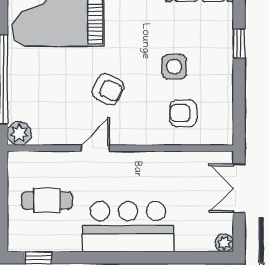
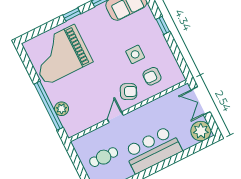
armchair: (108, 89) -> (129, 92), moved
plant: (19, 133) -> (61, 109), moved
plant: (224, 243) -> (201, 131), width x1.87, depth x1.87

